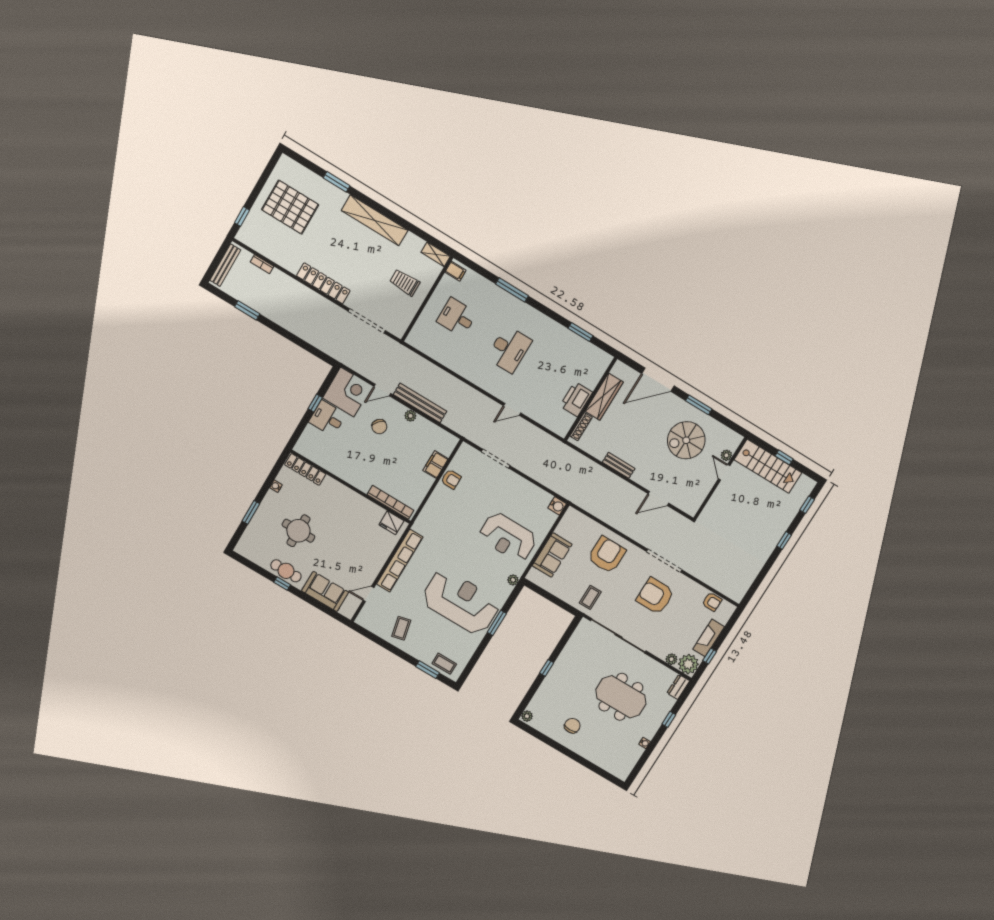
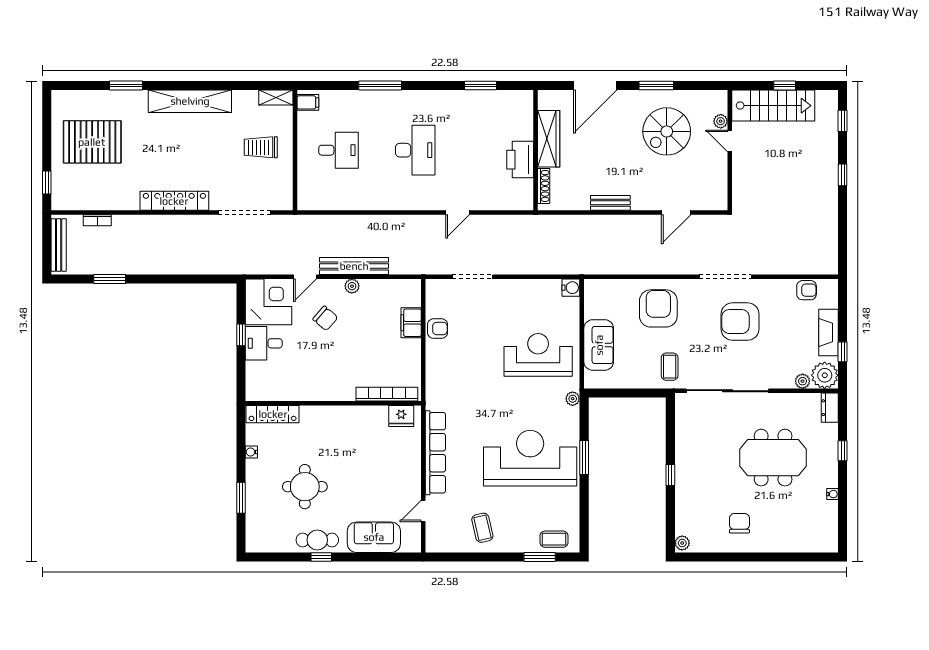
desk: (457, 317) -> (338, 150), turned 180
reception desk: (508, 537) -> (538, 355), turned 180

